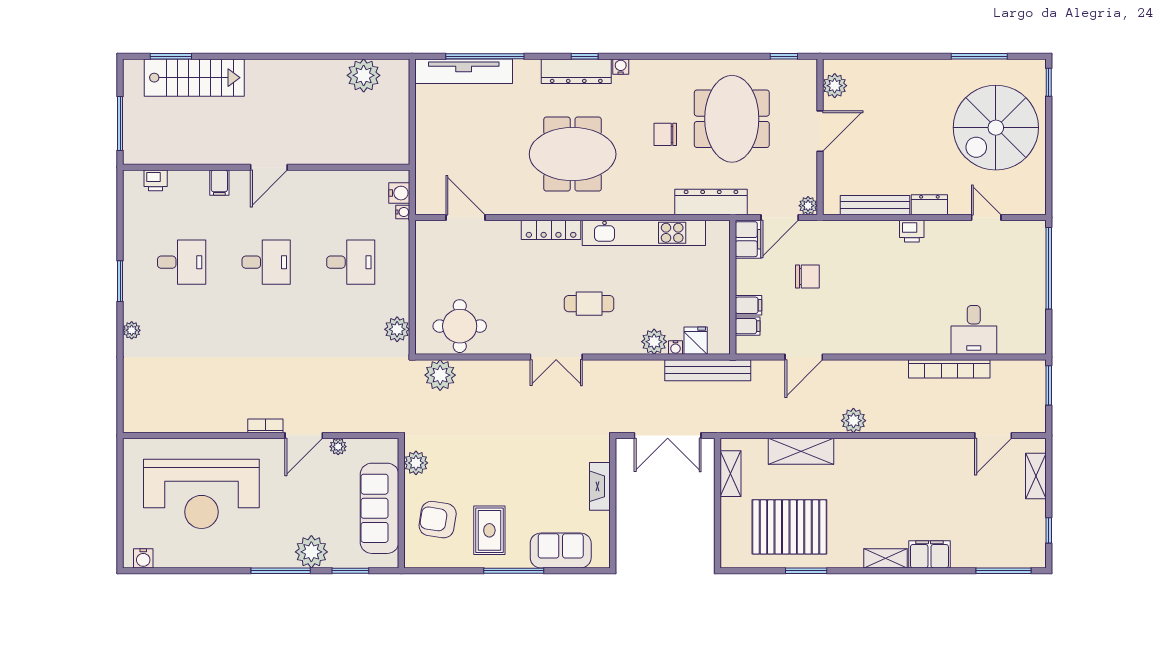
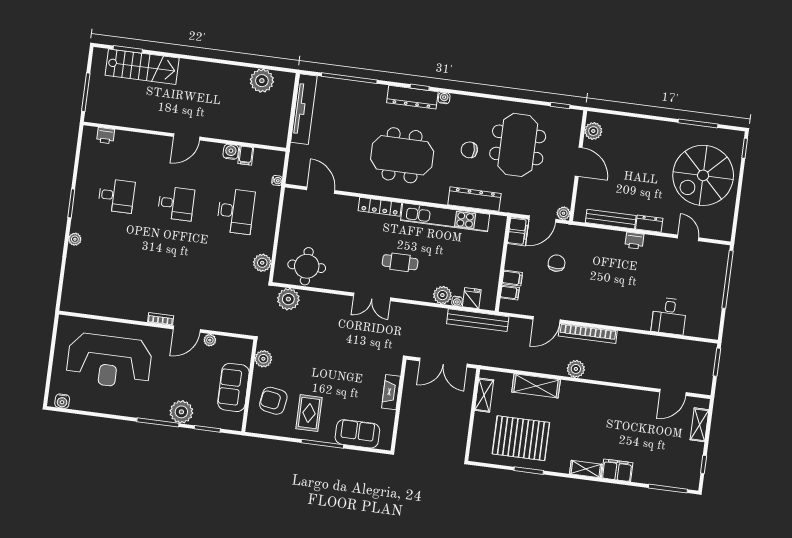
tv unit: (464, 71) -> (304, 109), moved, turned -90
door: (820, 131) -> (579, 162), hinge flipped
filing cabinet: (219, 183) -> (246, 155), moved
water cooler: (399, 193) -> (231, 152), moved, turned -90
dresser: (711, 202) -> (474, 199), moved
desk: (351, 262) -> (236, 211), width x1.37
chair: (807, 276) -> (557, 263), turned -90
bookcase: (949, 369) -> (588, 333), moved
sofa: (379, 508) -> (233, 387), width x0.73

